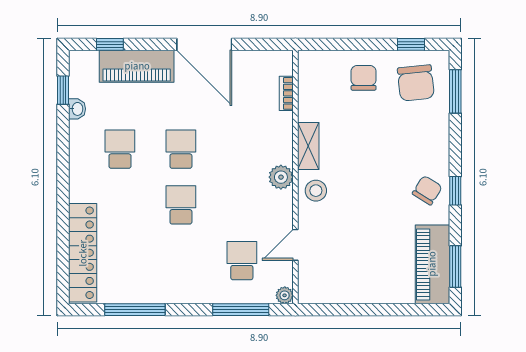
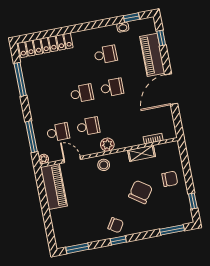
chair: (416, 83) -> (141, 192), moved, turned 131
shelving: (308, 146) -> (142, 153), moved
school desk: (242, 205) -> (88, 126), added
piano: (432, 264) -> (54, 187), moved, turned 90

